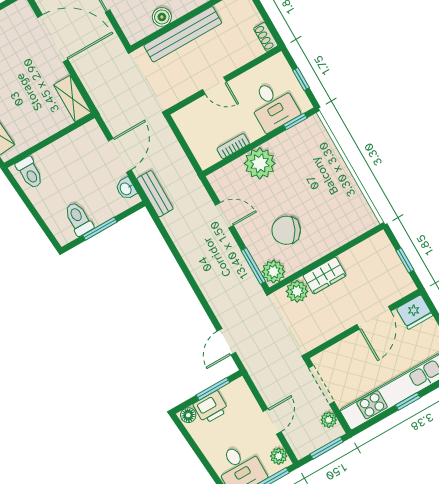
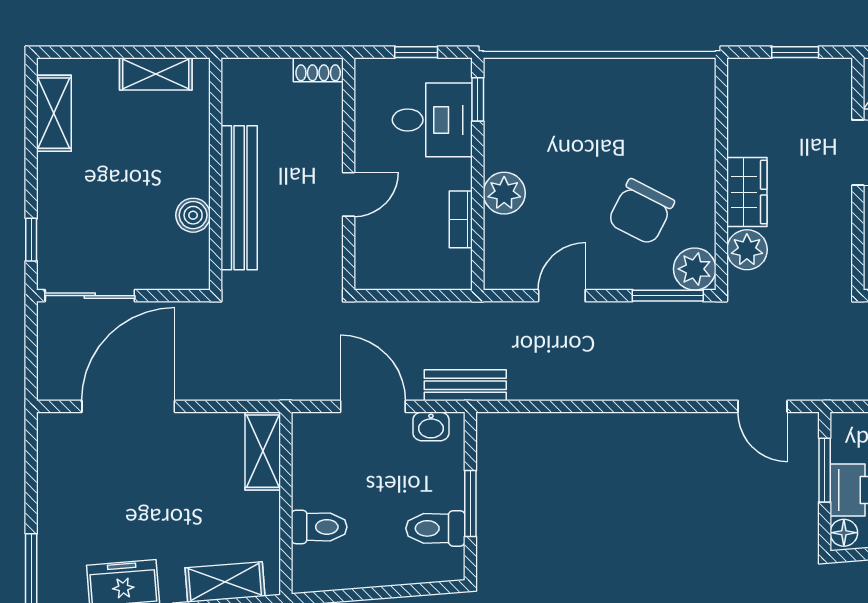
shelving: (73, 99) -> (263, 451), moved, turned 90
plant: (260, 163) -> (504, 193), width x0.73, depth x0.73
toilet: (30, 173) -> (319, 527), moved

